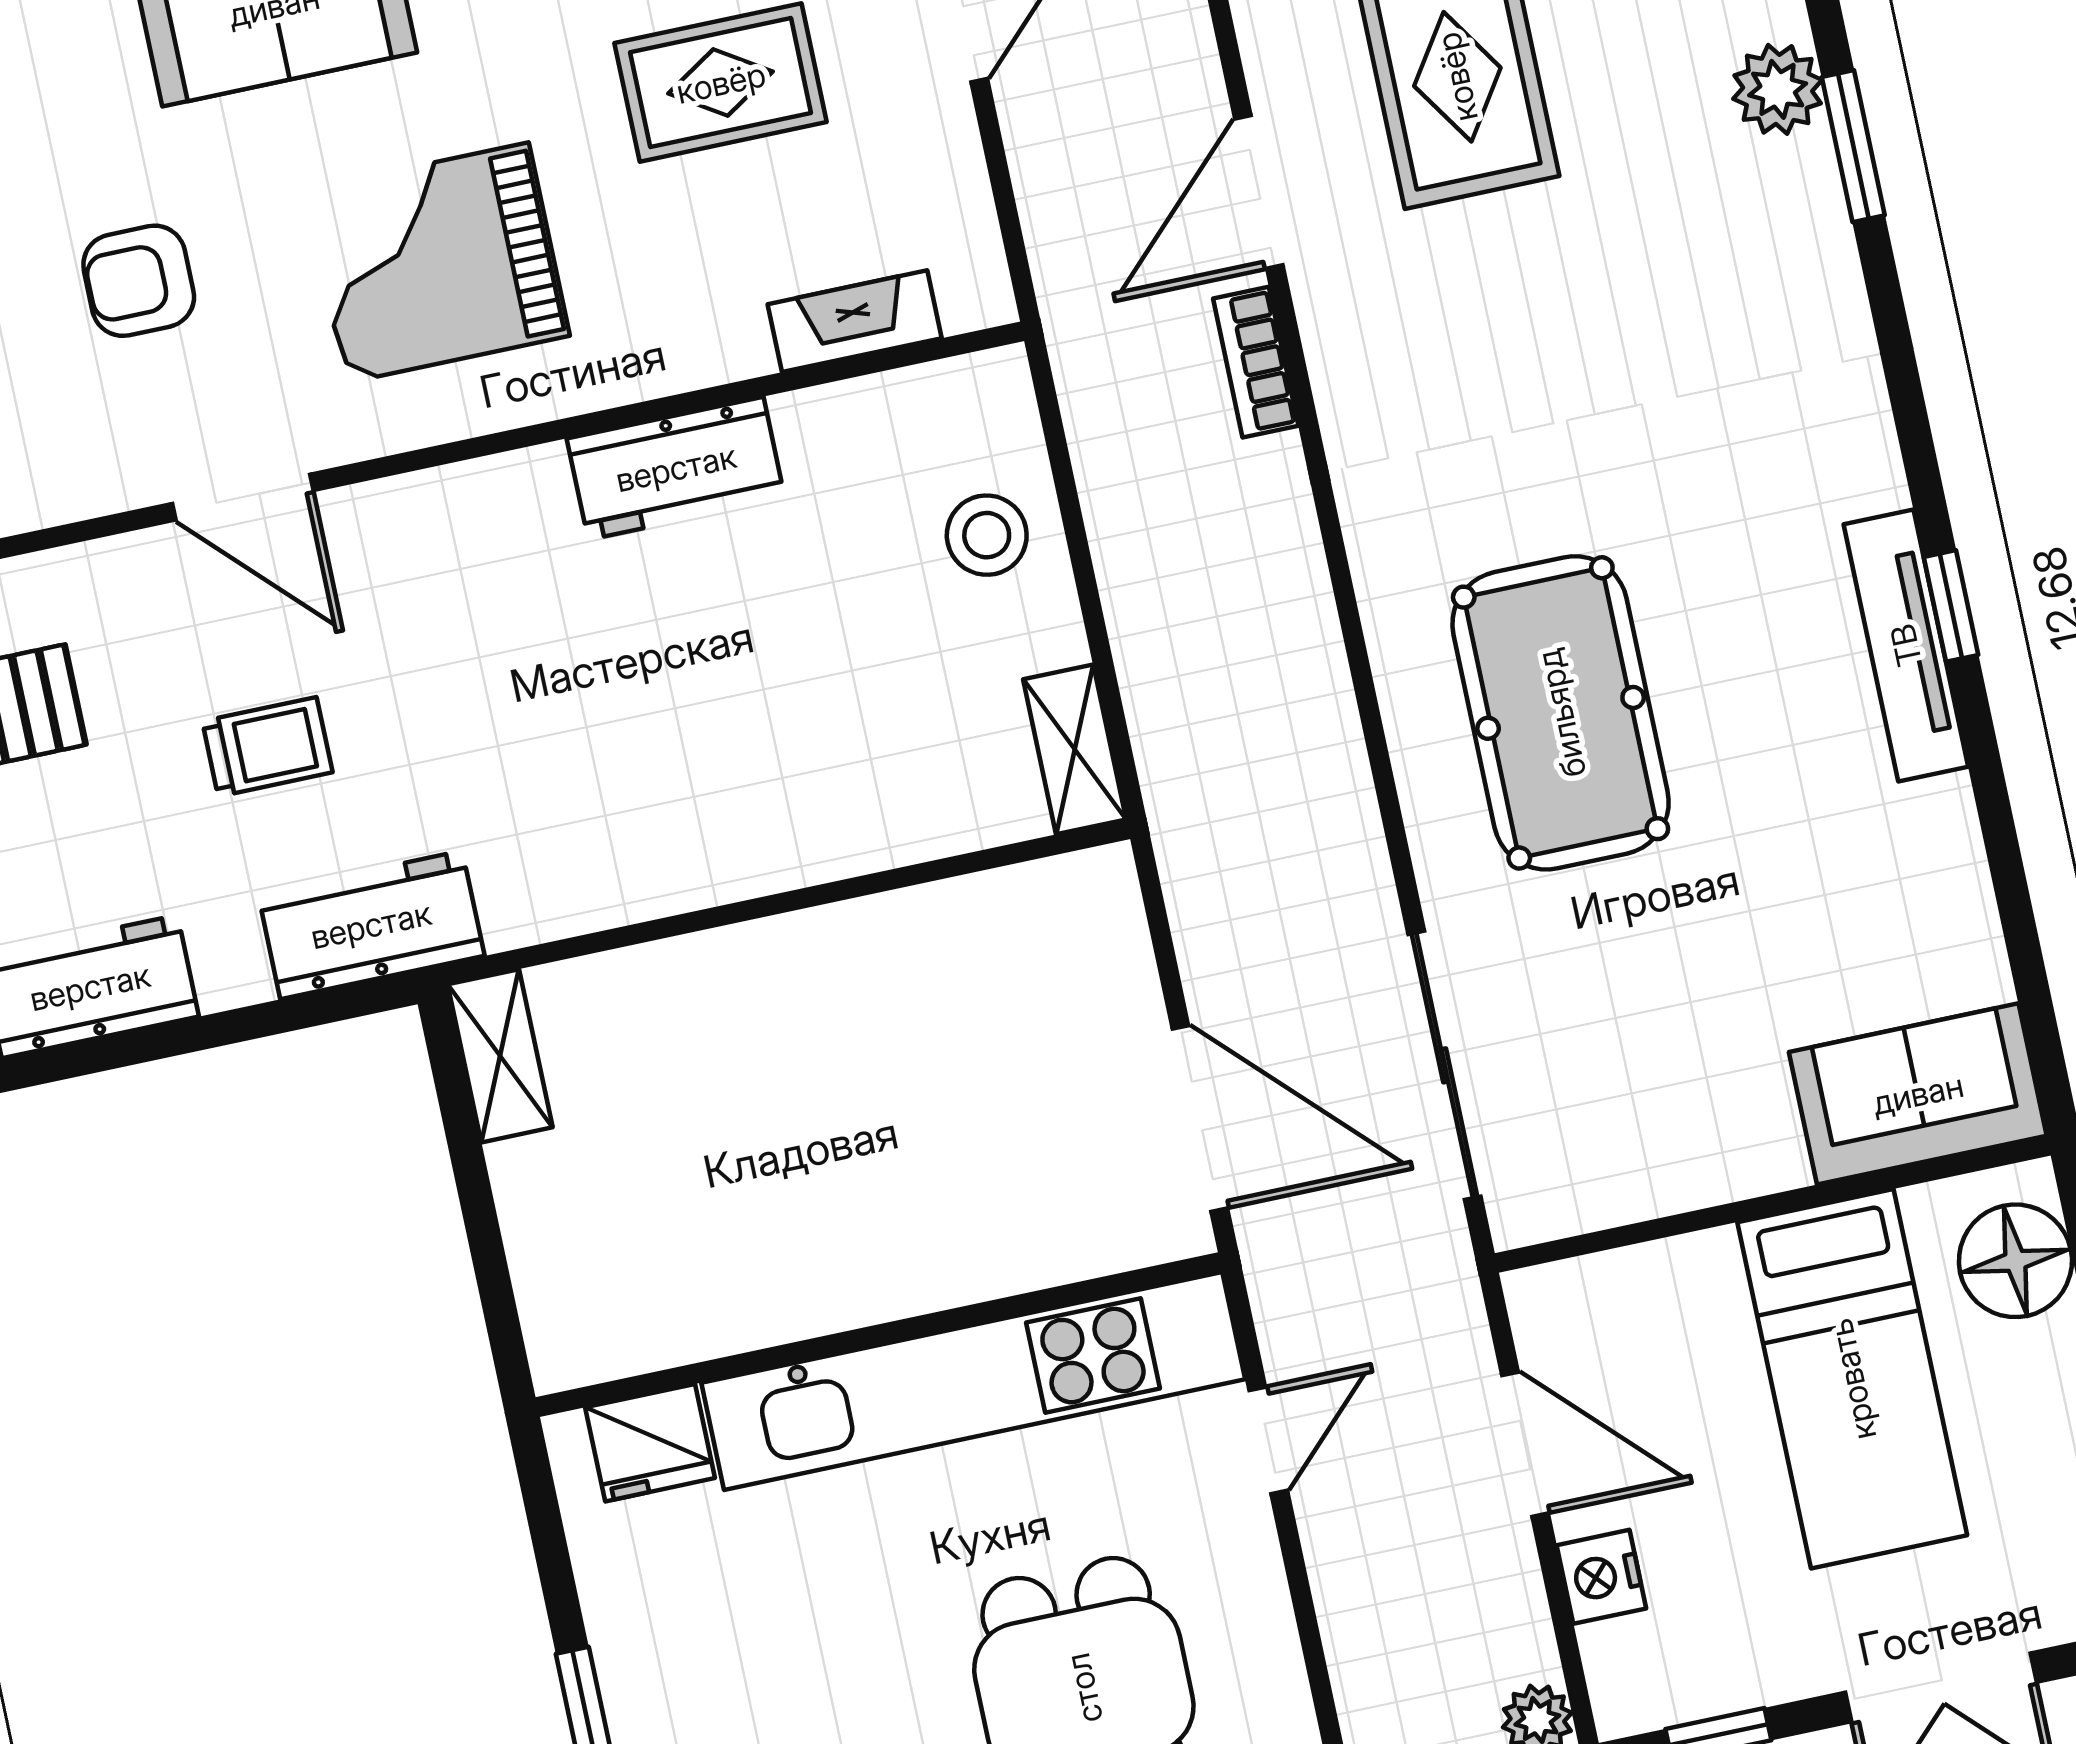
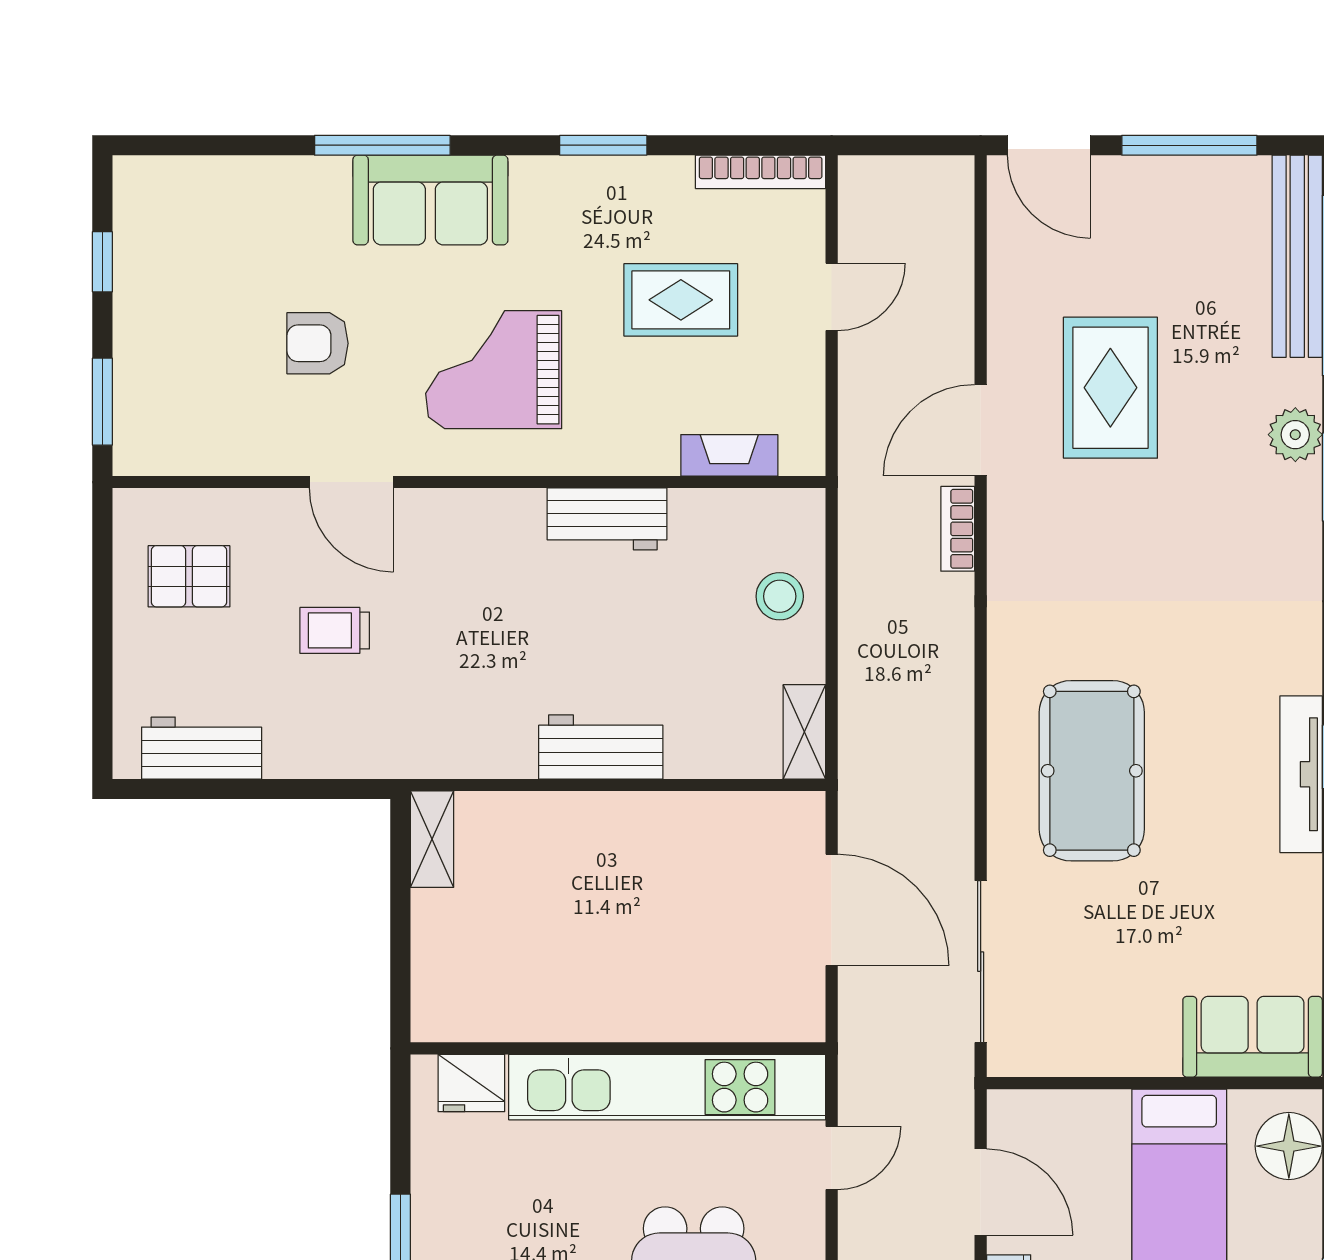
trolley: (267, 747) -> (335, 630), turned 180
workbench: (371, 925) -> (601, 747), moved
door: (1200, 1118) -> (832, 910), moved

